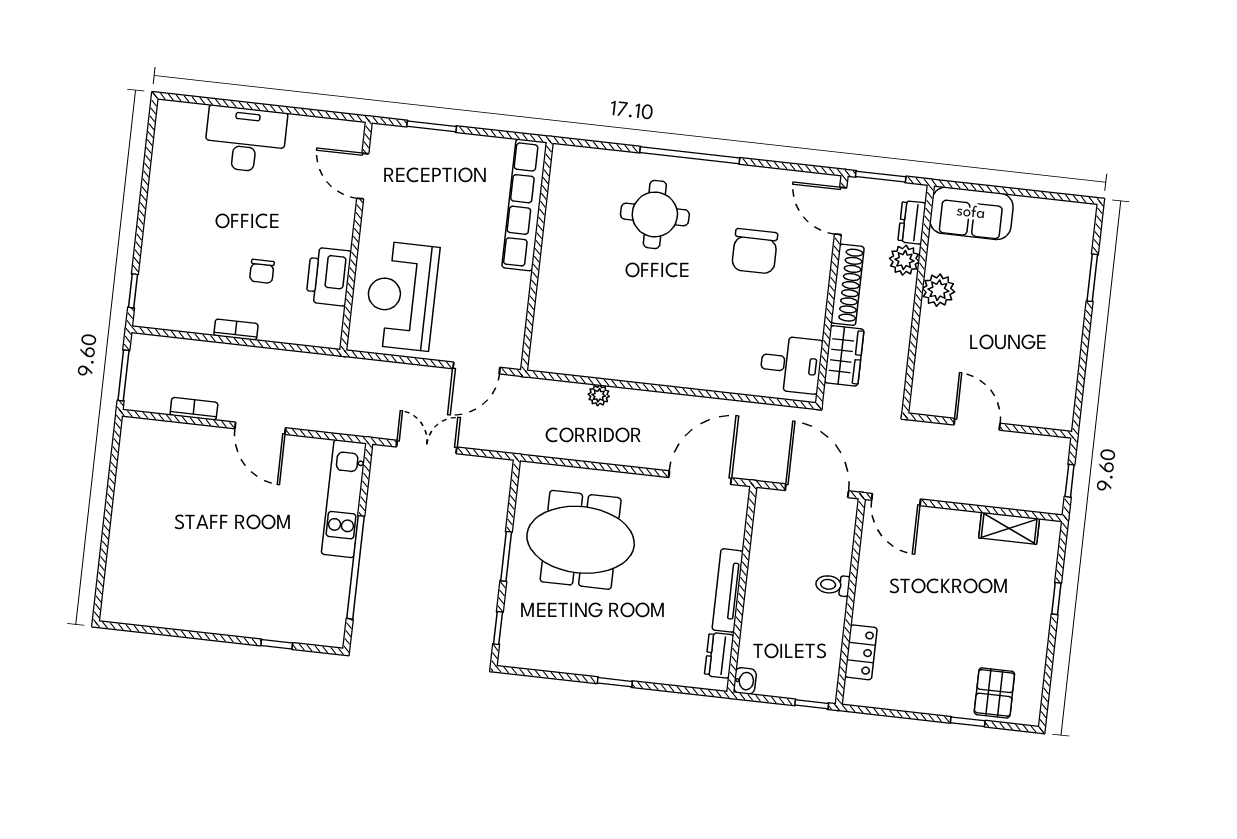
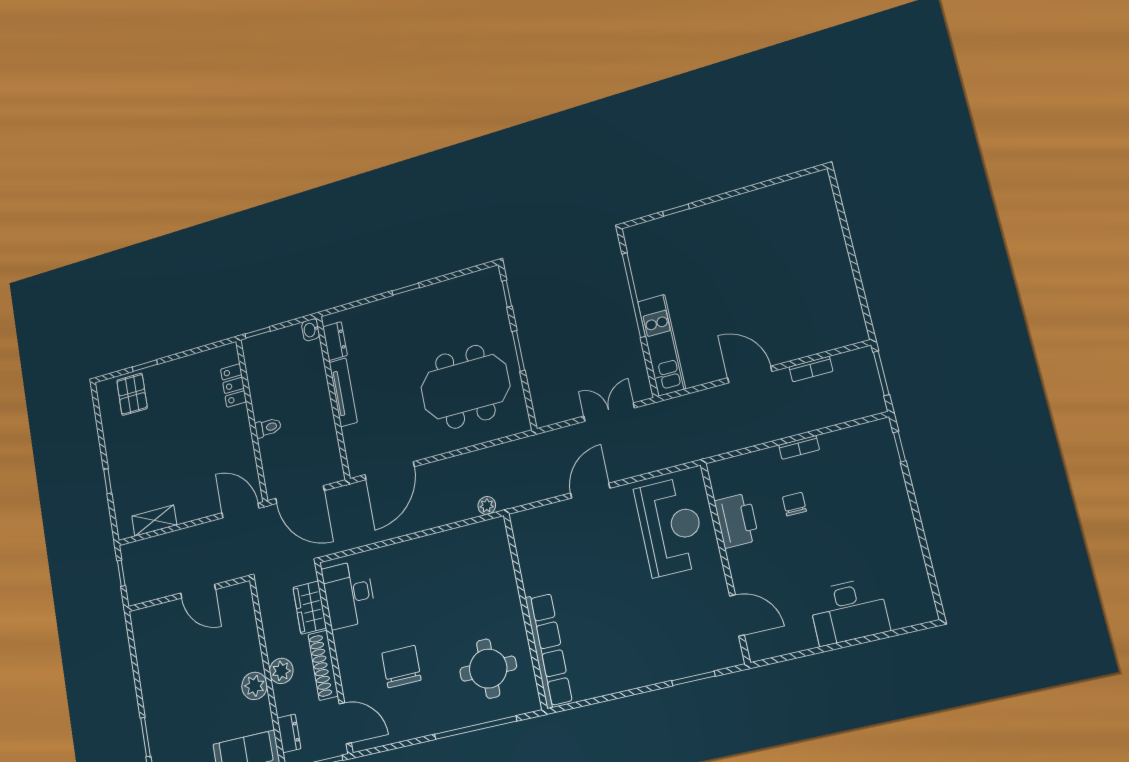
row of seats: (524, 205) -> (549, 650), moved
wall: (537, 256) -> (525, 611), moved
plant: (904, 260) -> (281, 671), moved
desk: (791, 364) -> (349, 594), width x1.37
double door: (427, 447) -> (609, 412), swing flipped

